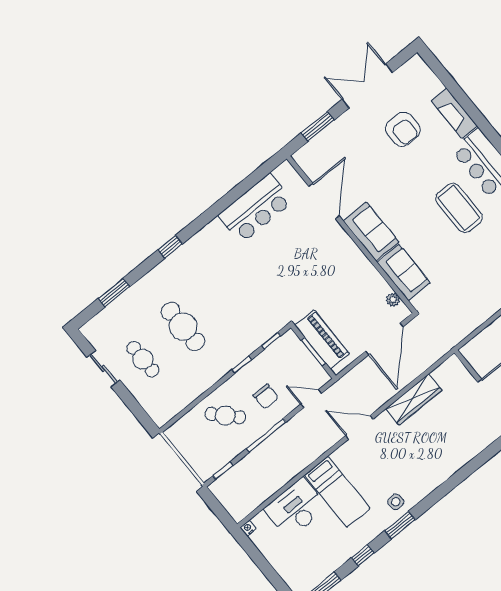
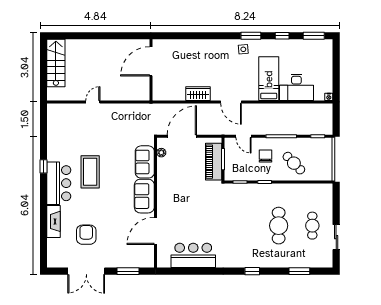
wardrobe: (414, 399) -> (198, 94), width x0.67

